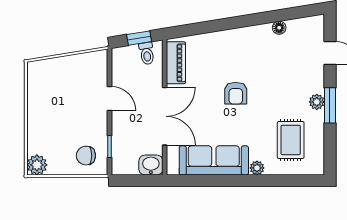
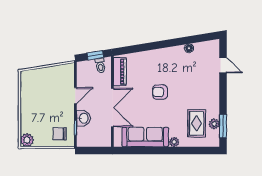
armchair: (236, 93) -> (160, 92), turned 90
door: (109, 99) -> (75, 96), hinge flipped
plant: (317, 102) -> (214, 124), moved
window: (330, 105) -> (223, 126), moved
washbasin: (151, 165) -> (83, 118), moved, turned 90

